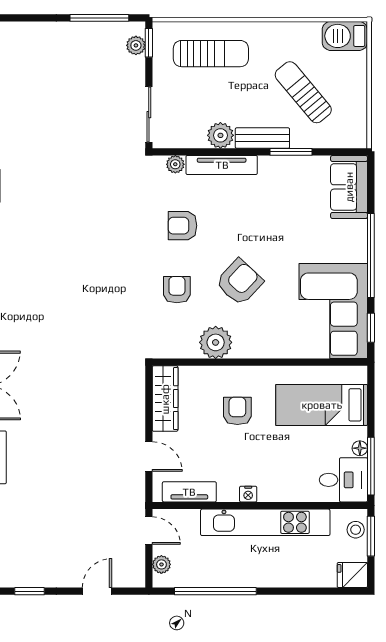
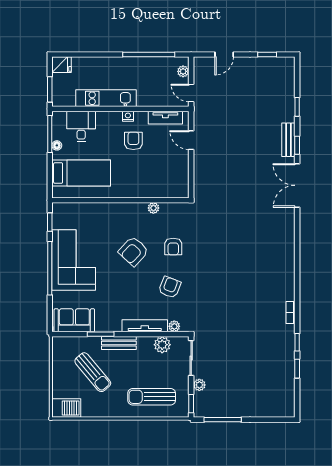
plant: (136, 45) -> (199, 385), moved
plant: (220, 135) -> (162, 345), moved
sofa: (349, 187) -> (74, 320), moved, turned -90
armchair: (182, 226) -> (170, 287), turned -69
corner sofa: (333, 311) -> (74, 260), moved
plant: (216, 342) -> (153, 208), width x0.53, depth x0.53
wardrobe: (165, 399) -> (181, 177), removed
armchair: (237, 411) -> (133, 141), moved, turned 180
desk: (343, 480) -> (81, 126), moved, turned 90
kitchen unit: (265, 522) -> (106, 98), width x0.73
stool: (356, 530) -> (59, 94), removed

